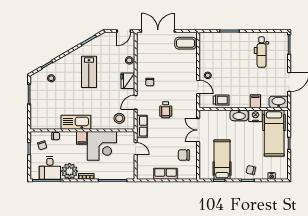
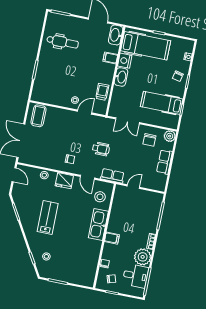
lab bench: (89, 72) -> (48, 218), turned -90
kitchen sink: (76, 122) -> (98, 225), moved
corner desk: (102, 146) -> (124, 220), removed
plant: (191, 174) -> (170, 136), added

